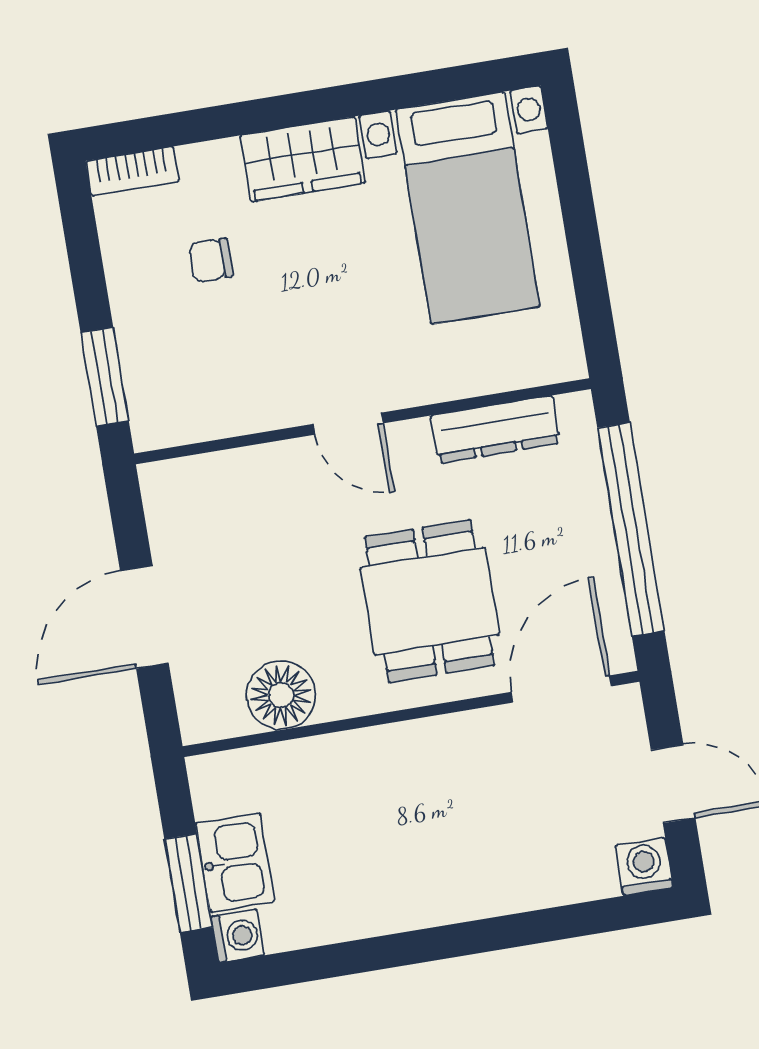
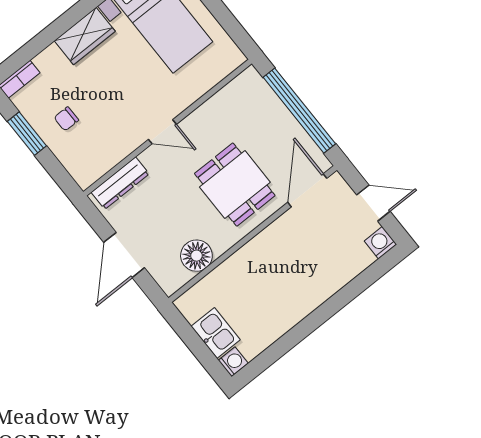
chair: (211, 260) -> (66, 119), moved
window: (105, 377) -> (27, 134), moved
dresser: (495, 429) -> (120, 183), moved
window: (188, 883) -> (202, 352), removed

